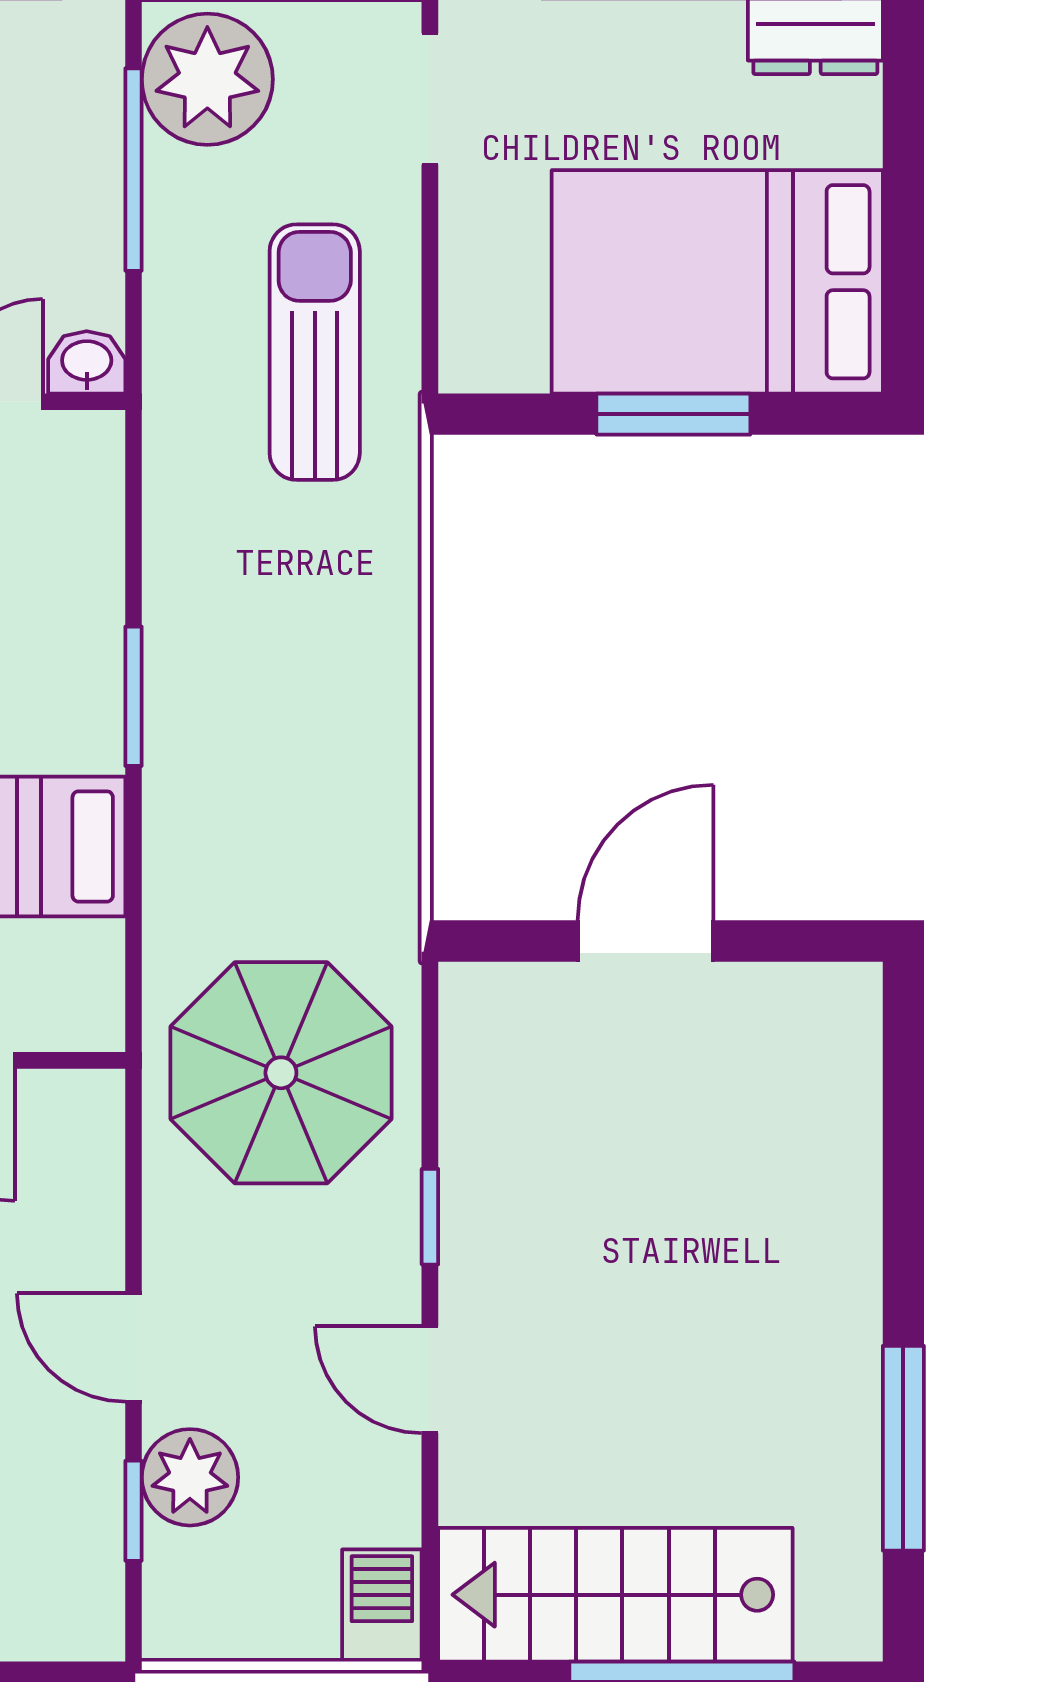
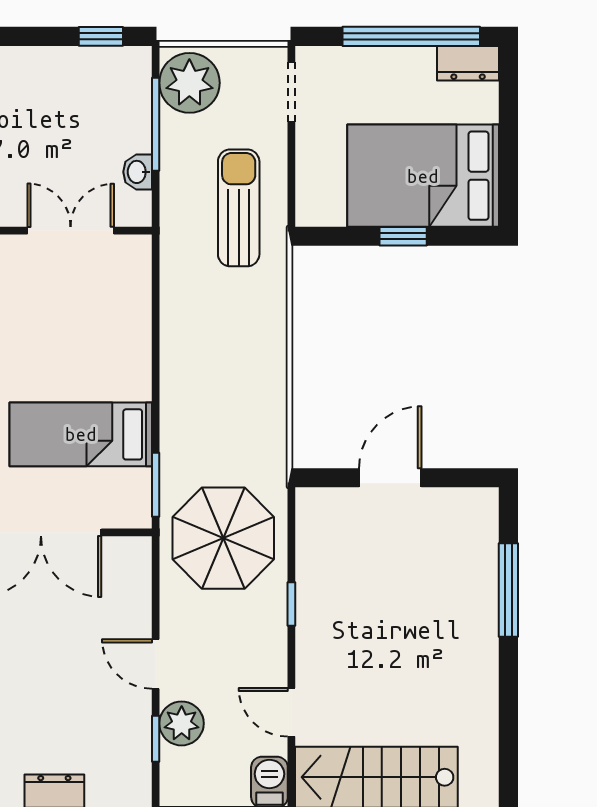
washbasin: (87, 362) -> (138, 172), moved, turned -90
window: (673, 414) -> (403, 236), width x0.67
window: (133, 696) -> (156, 485), moved
door: (430, 1380) -> (291, 712), moved
window: (903, 1448) -> (508, 590), moved

